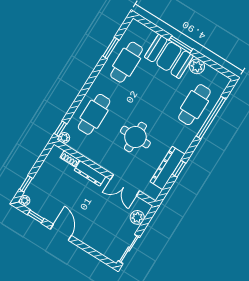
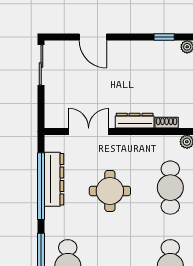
window: (179, 169) -> (41, 186), width x3.17
plant: (137, 217) -> (53, 105), removed
door: (61, 232) -> (93, 37), moved

